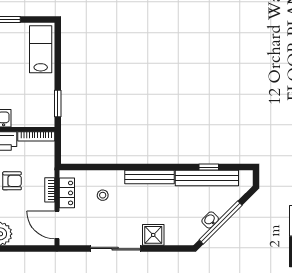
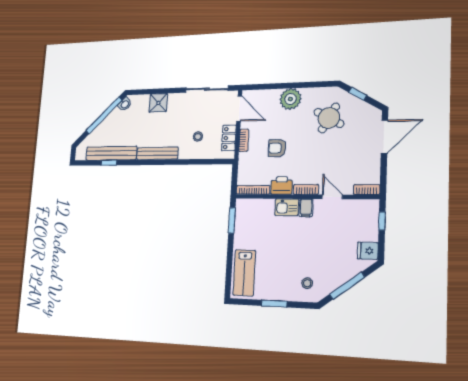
washbasin: (210, 220) -> (125, 104), moved
sliding door: (115, 249) -> (207, 89), moved

